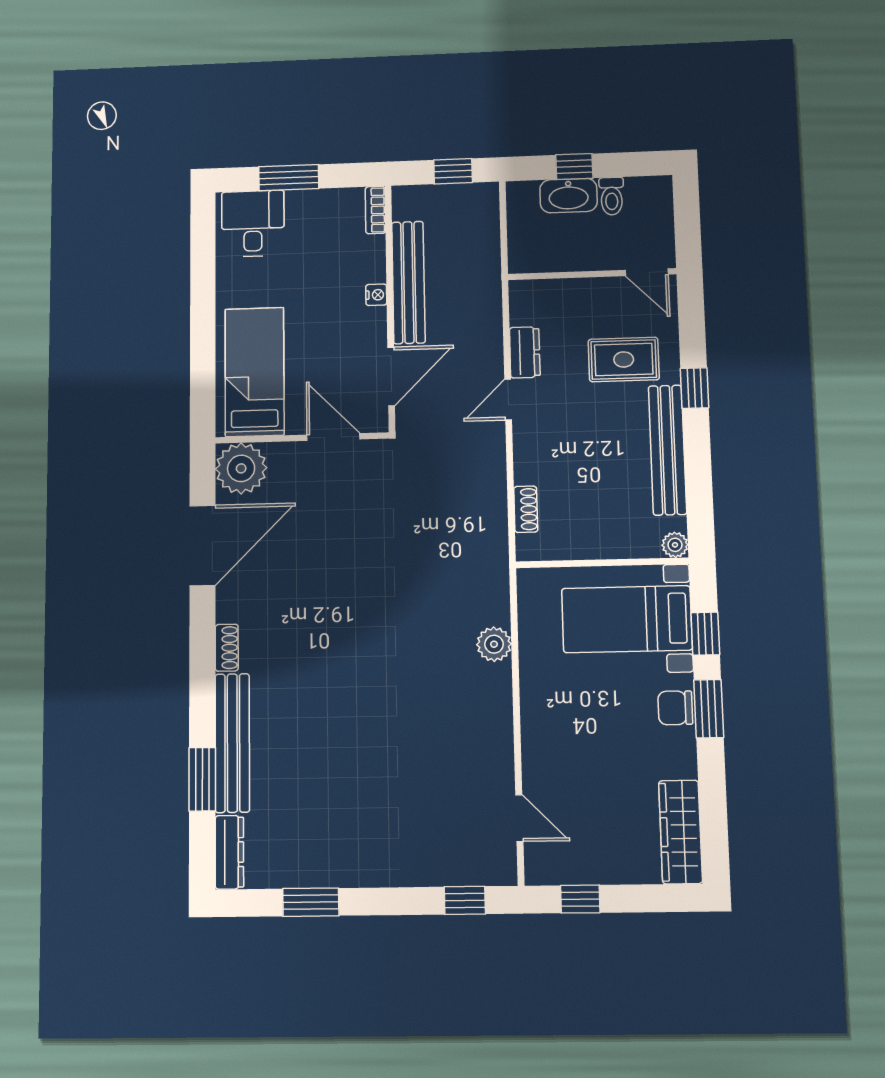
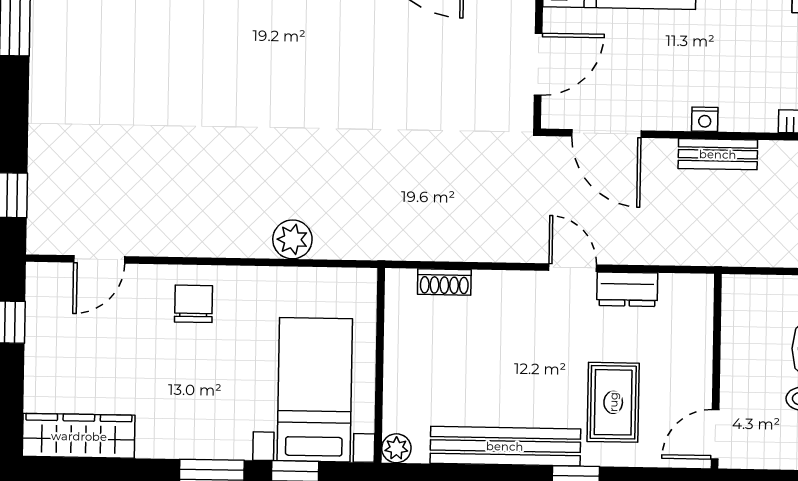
bench: (408, 282) -> (718, 154), width x0.54, depth x0.82
chair: (675, 708) -> (194, 304), moved

